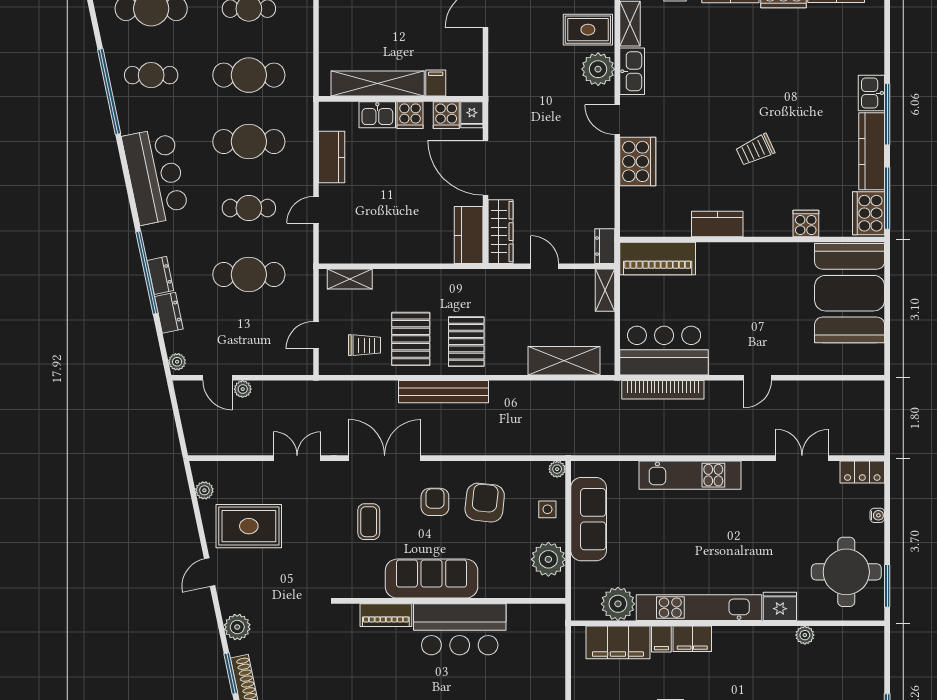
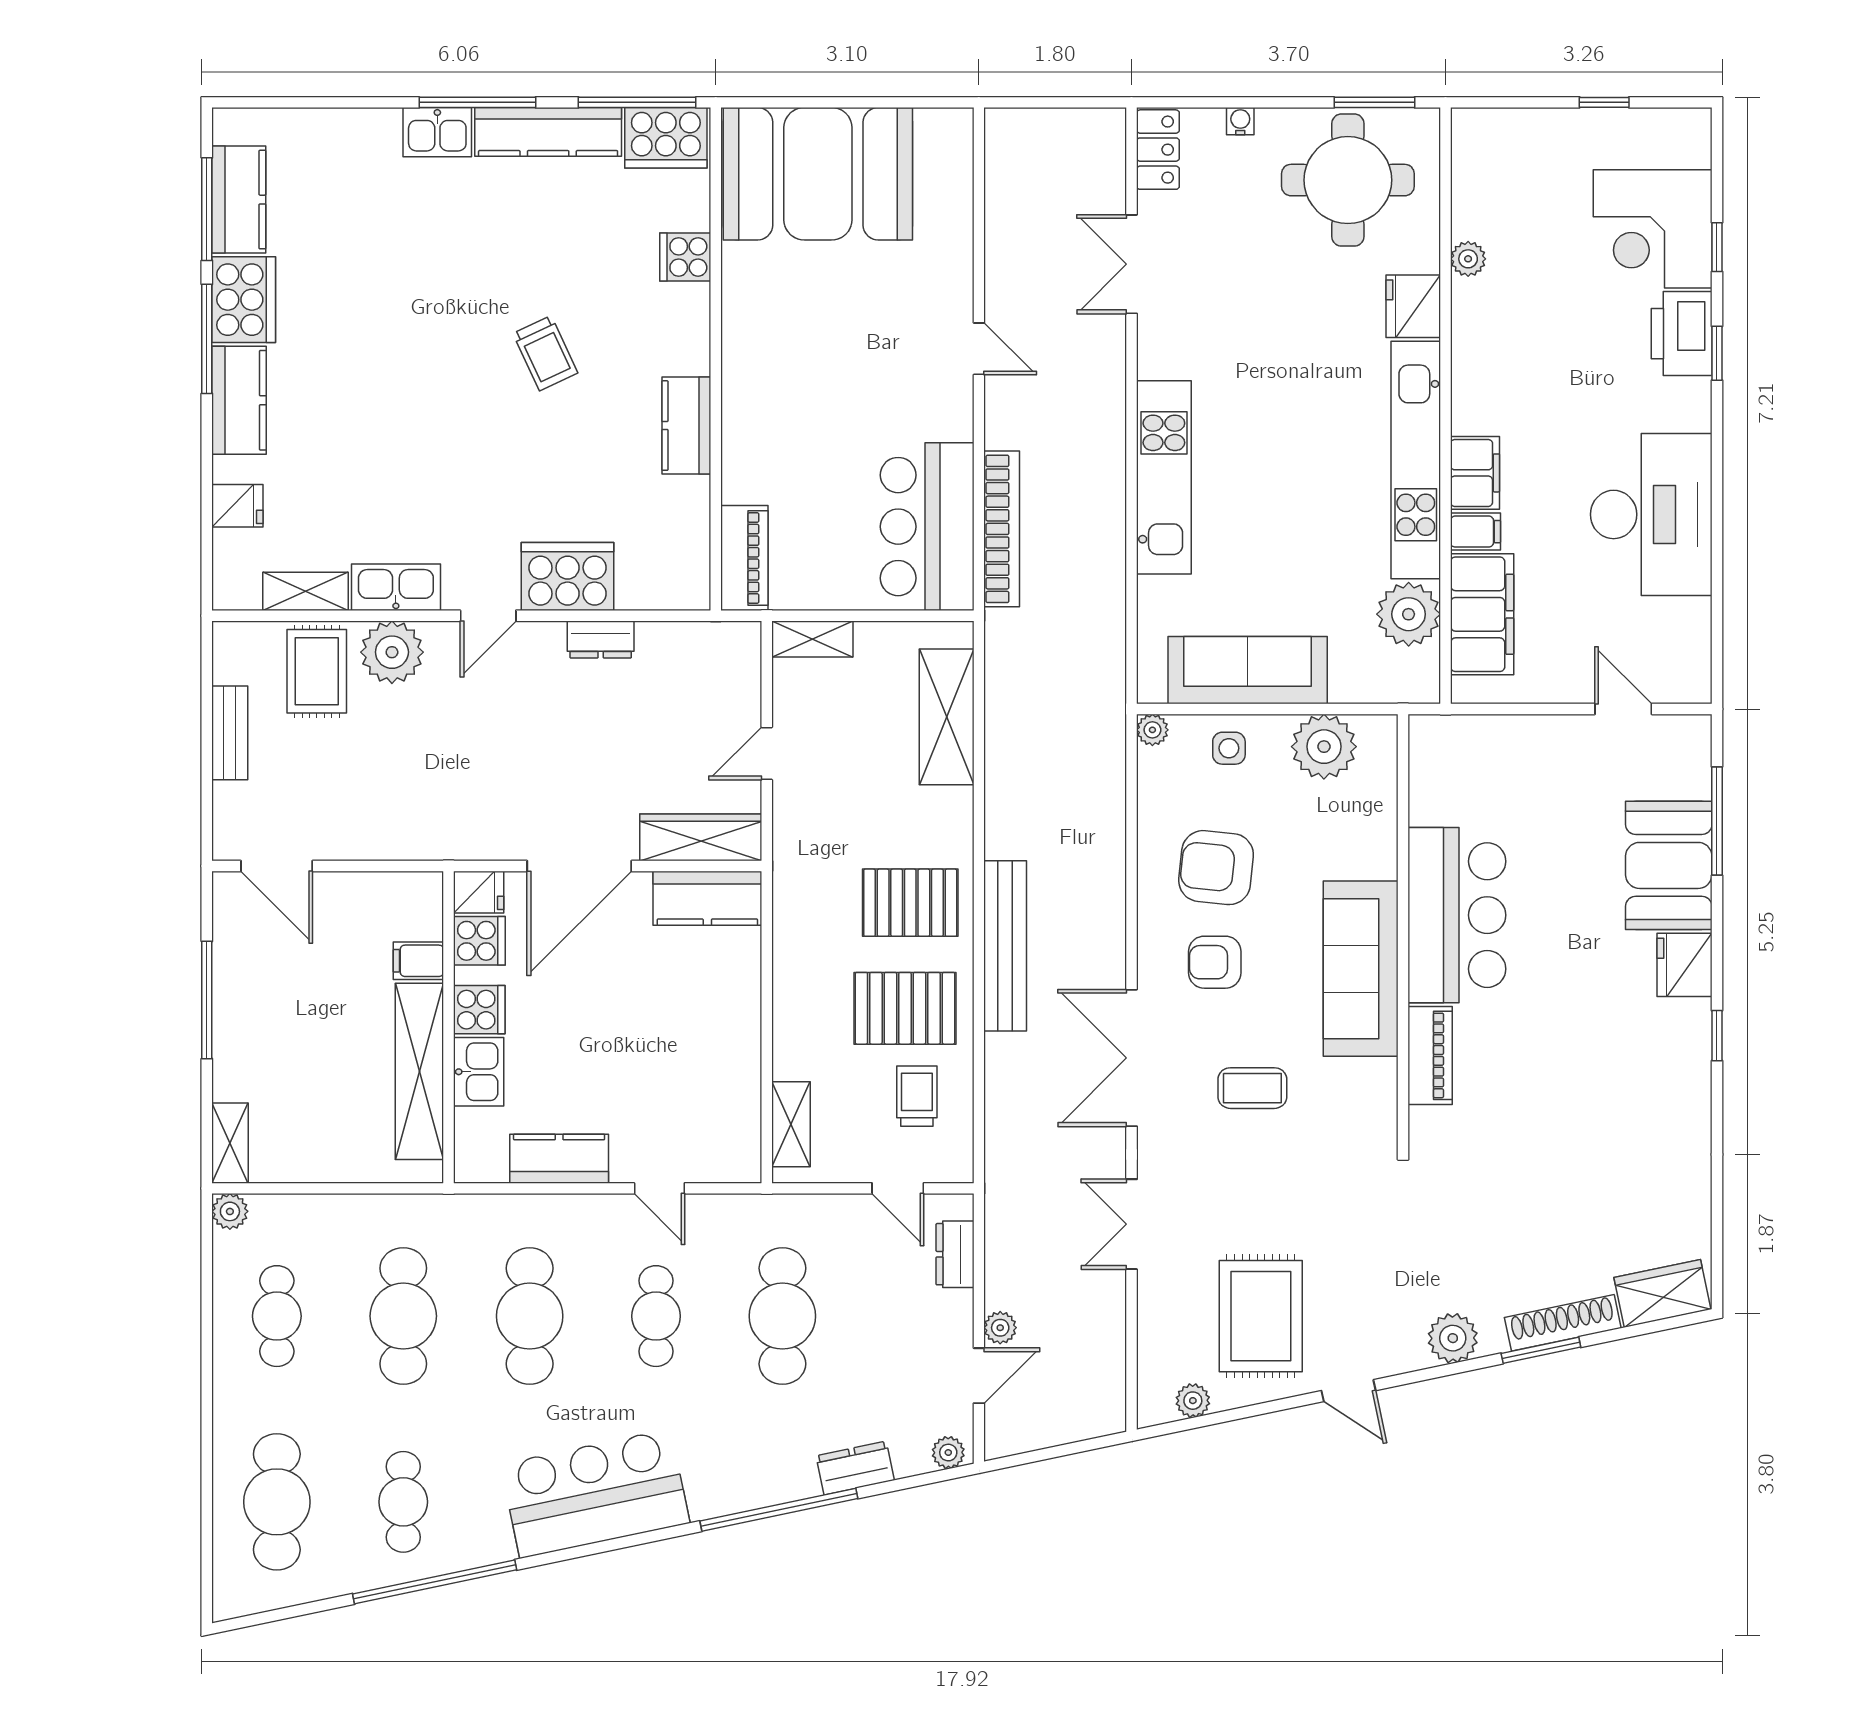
dresser: (605, 246) -> (601, 639), moved
piano: (658, 259) -> (744, 558), width x0.73, depth x0.75
dresser: (160, 275) -> (955, 1254), moved, turned -78

